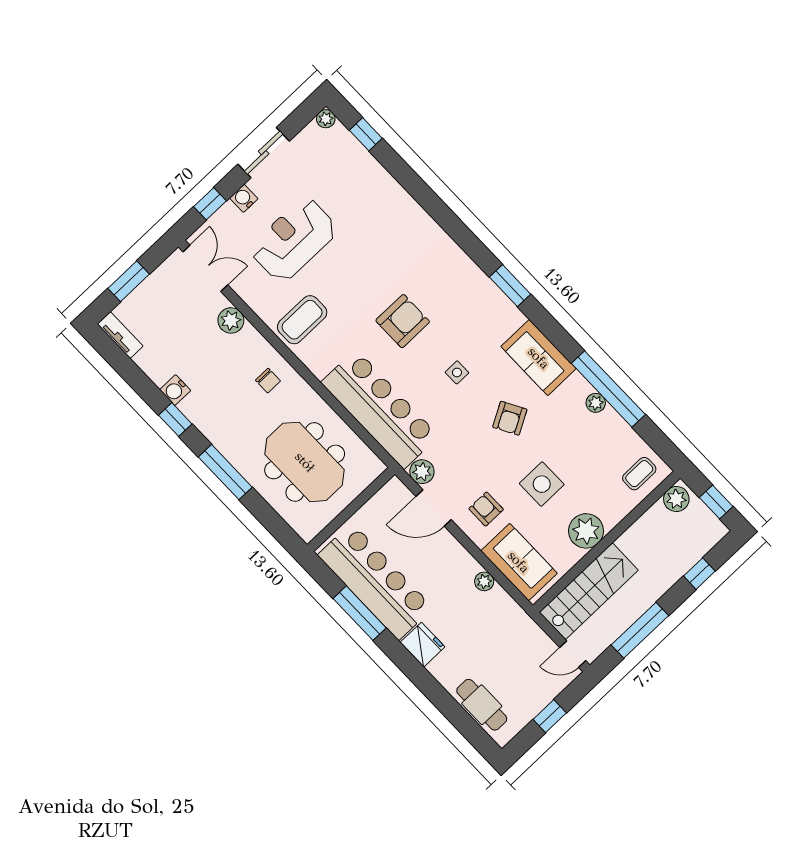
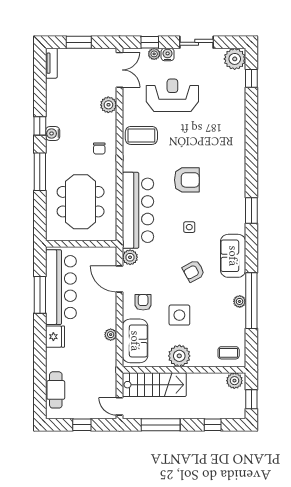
plant: (326, 119) -> (235, 59), width x1.87, depth x1.87
plant: (228, 212) -> (154, 54), added
water cooler: (175, 390) -> (53, 133), moved

